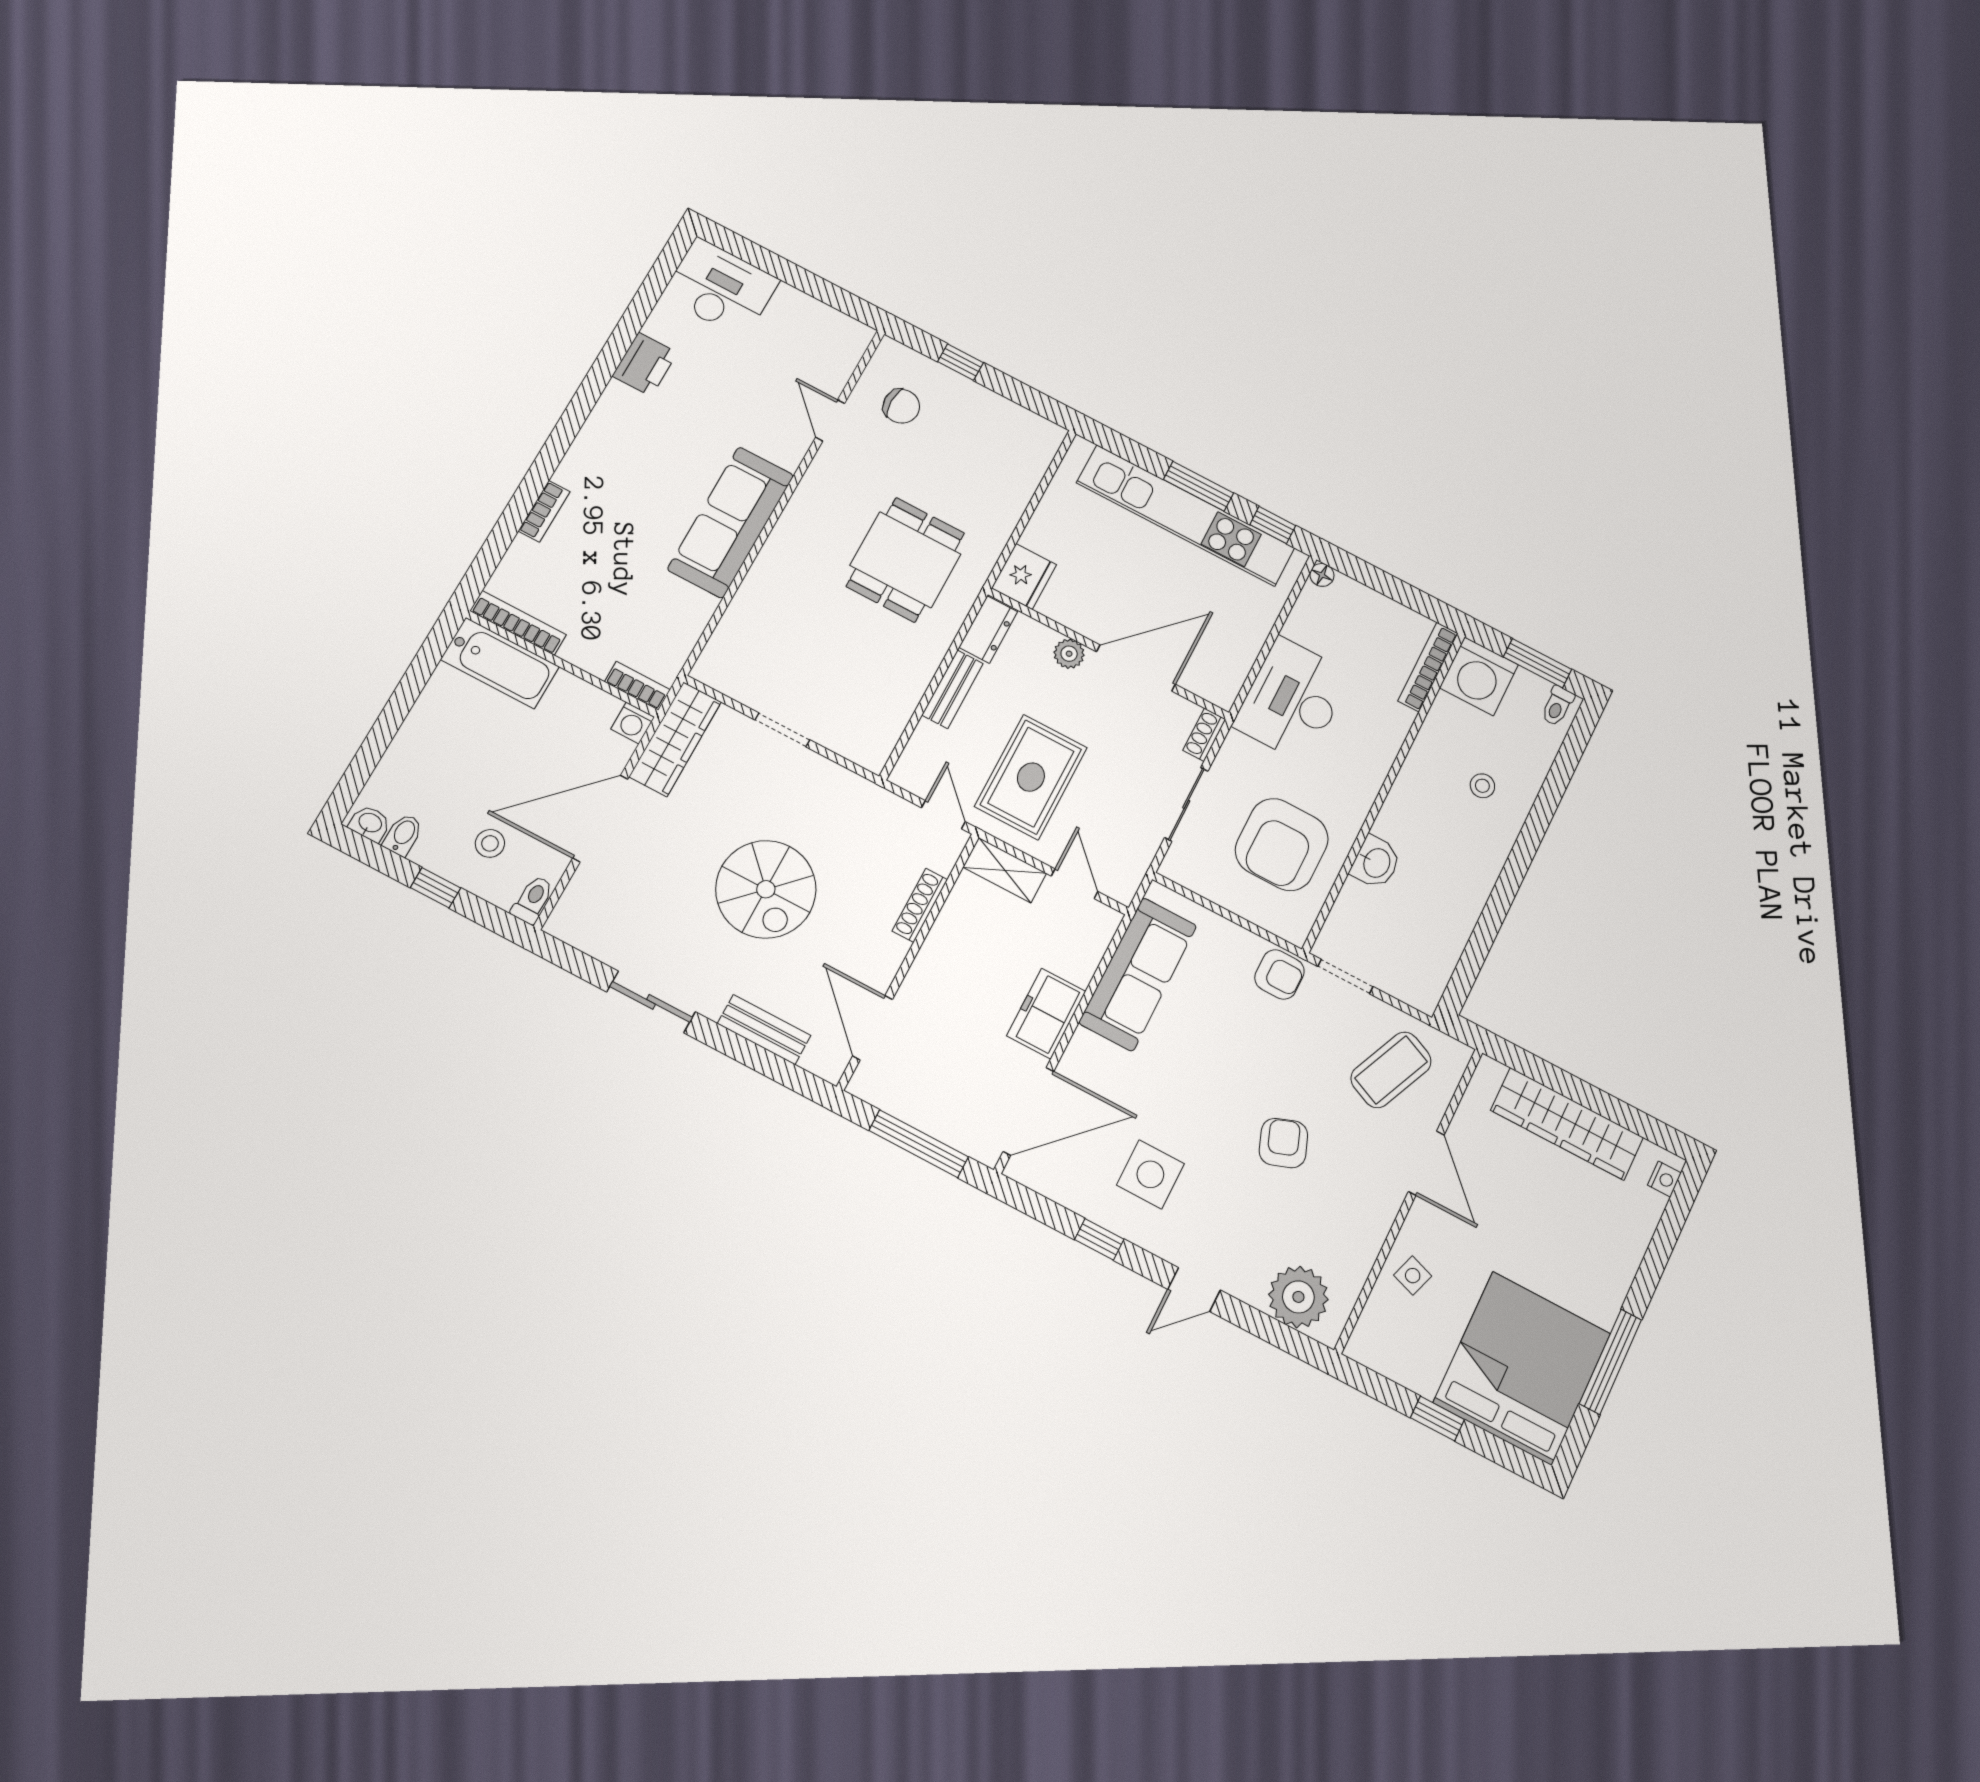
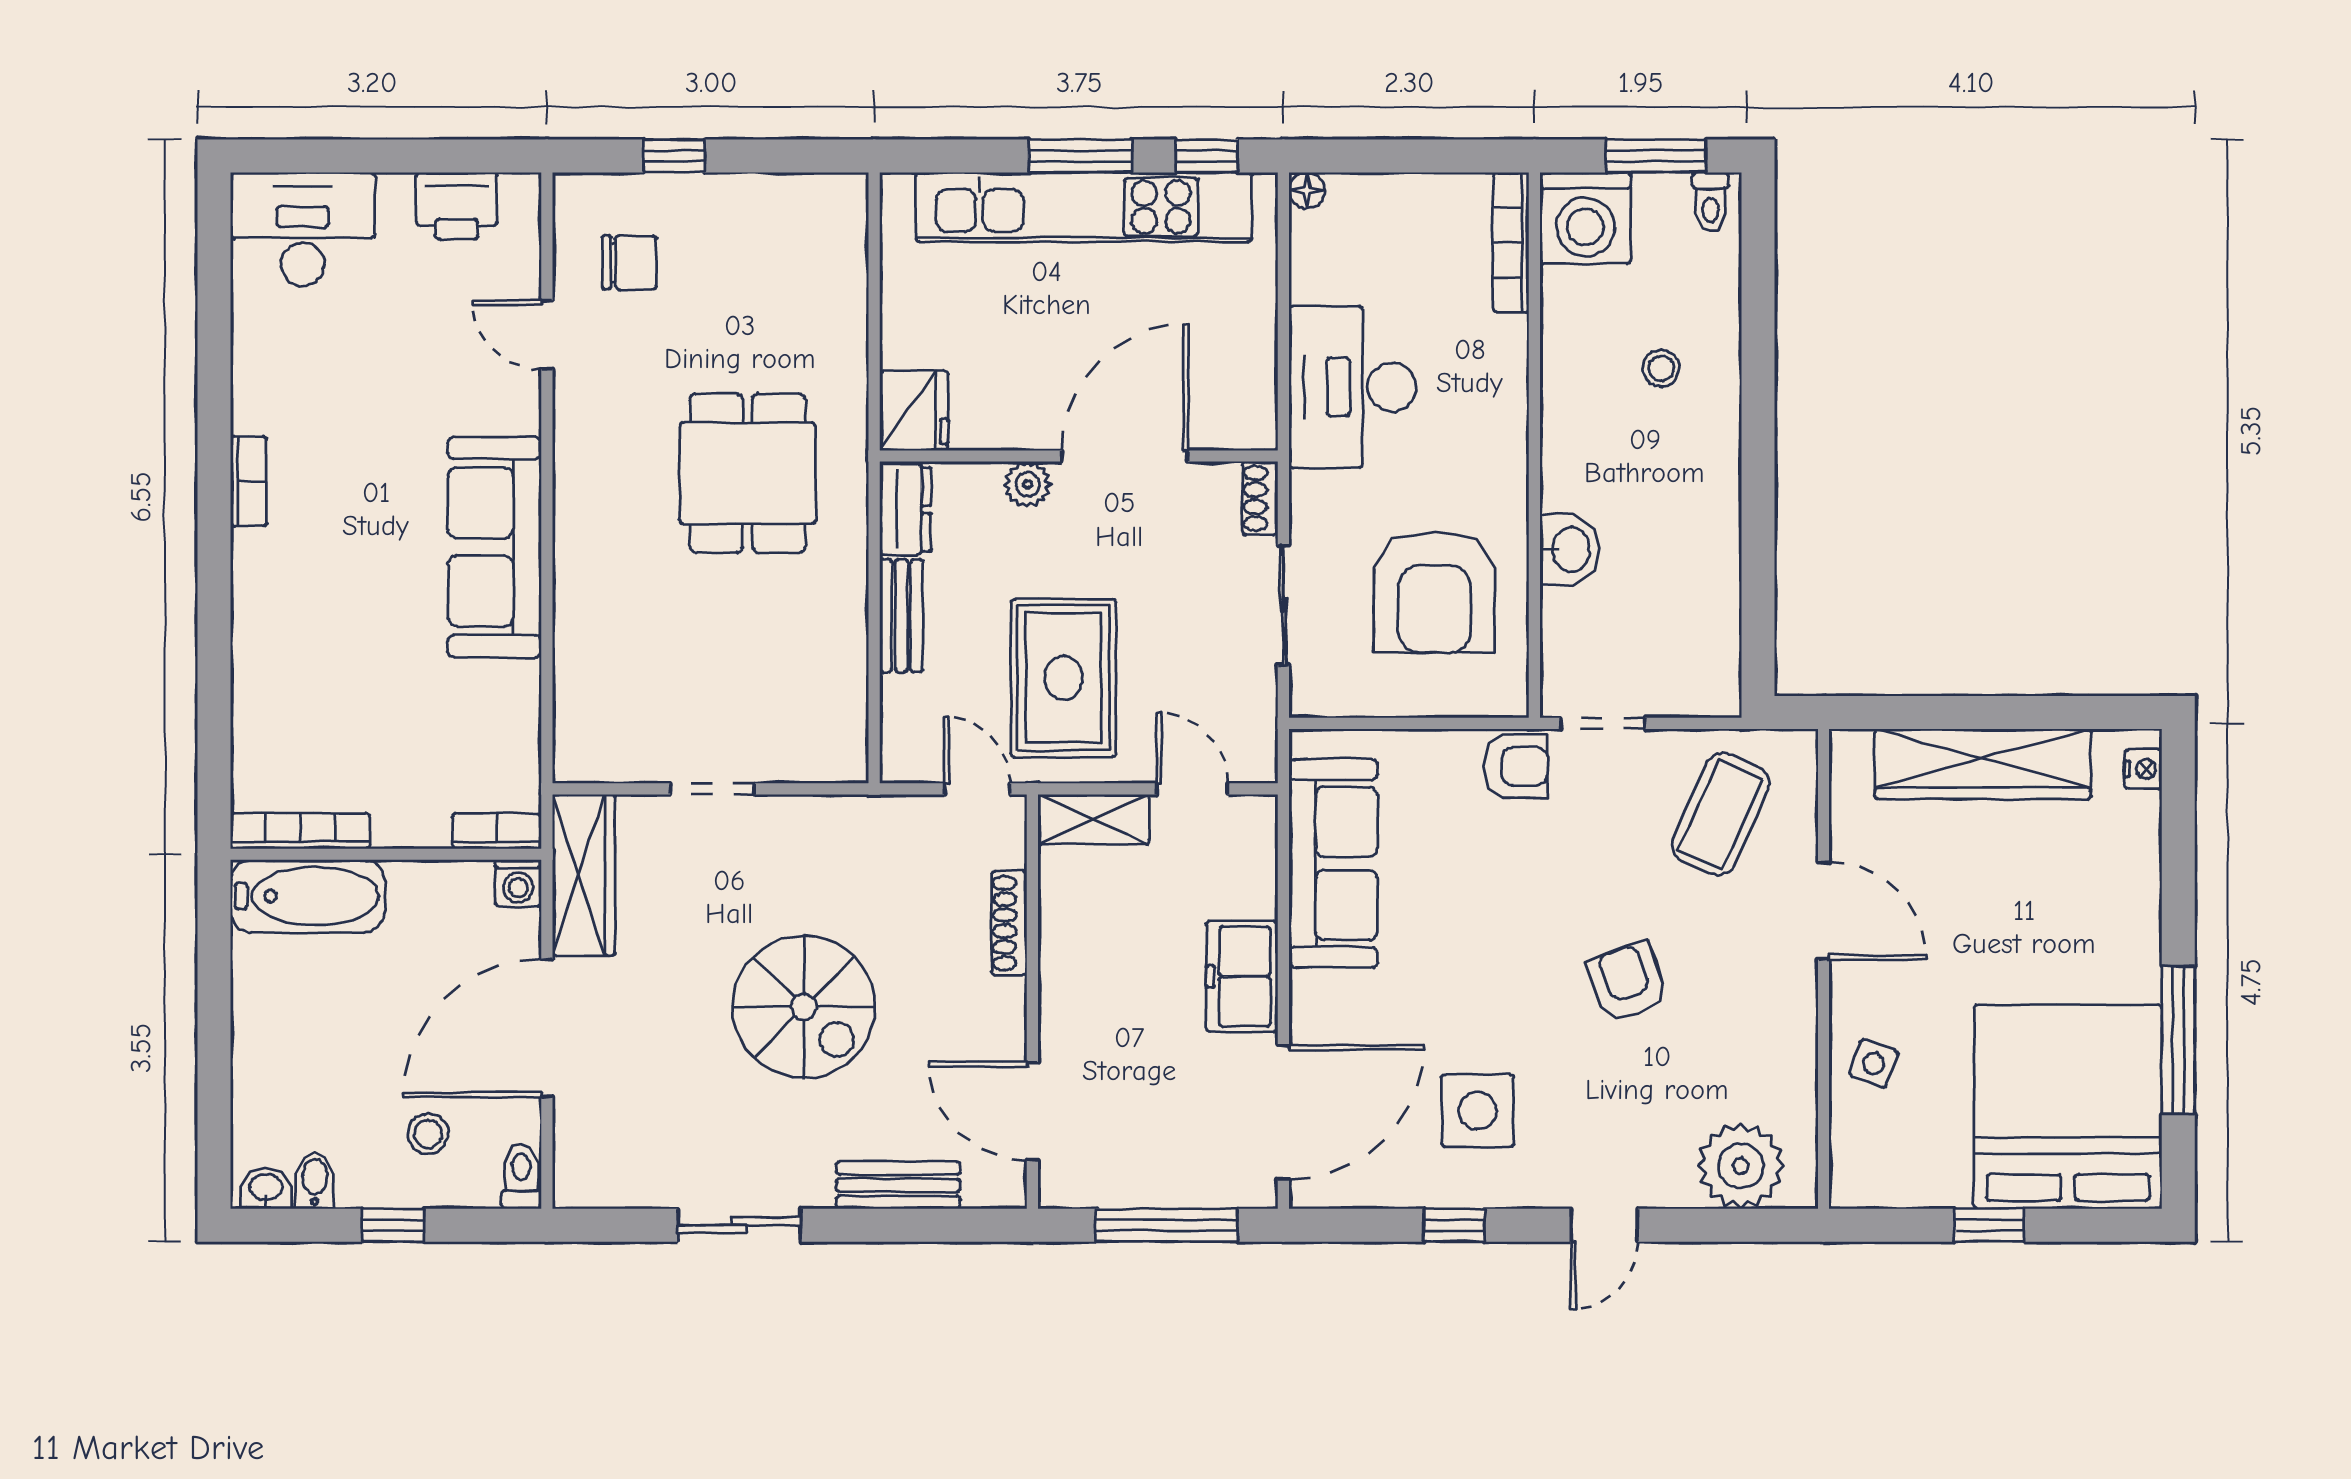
printer: (645, 364) -> (457, 206), moved, turned 90
bookcase: (544, 511) -> (248, 481), moved

